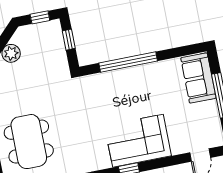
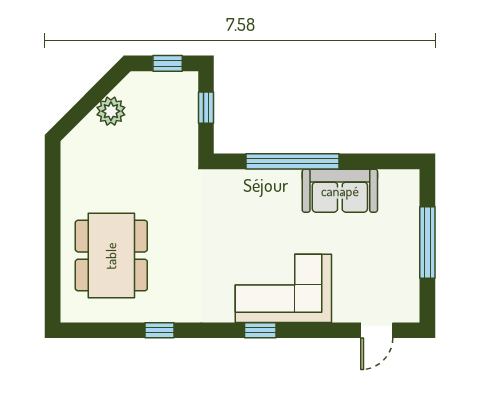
sofa: (198, 78) -> (340, 191), moved, turned -90

